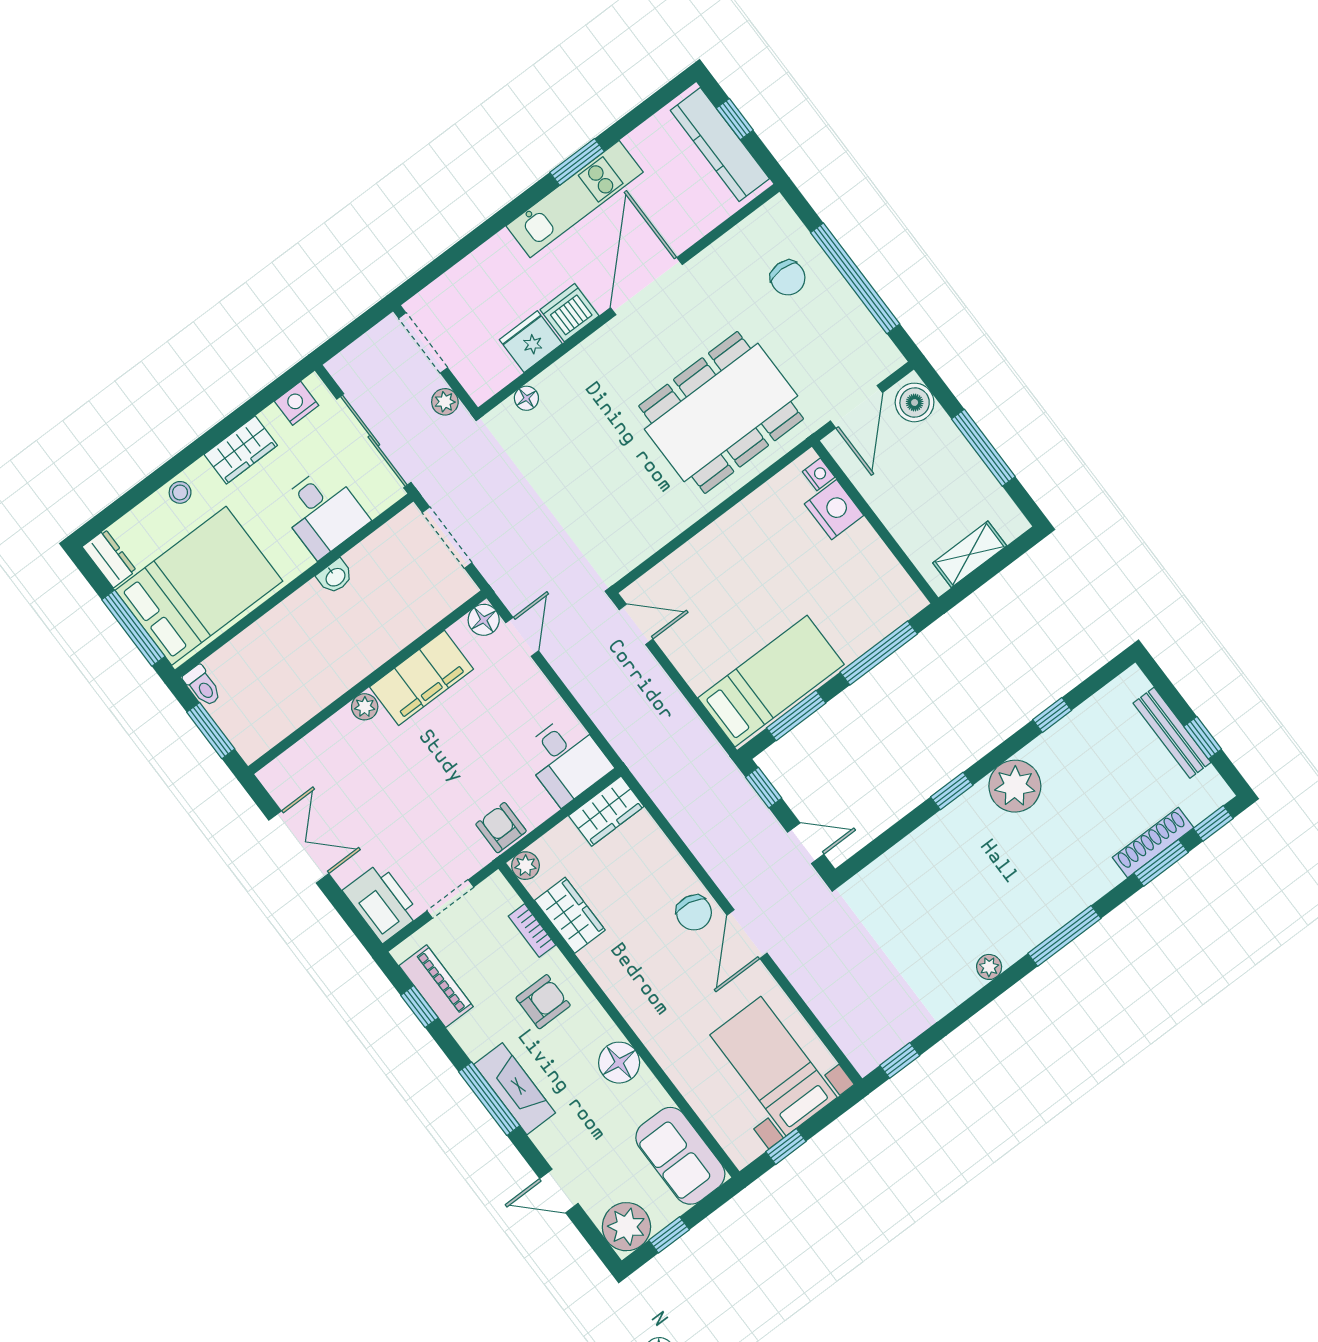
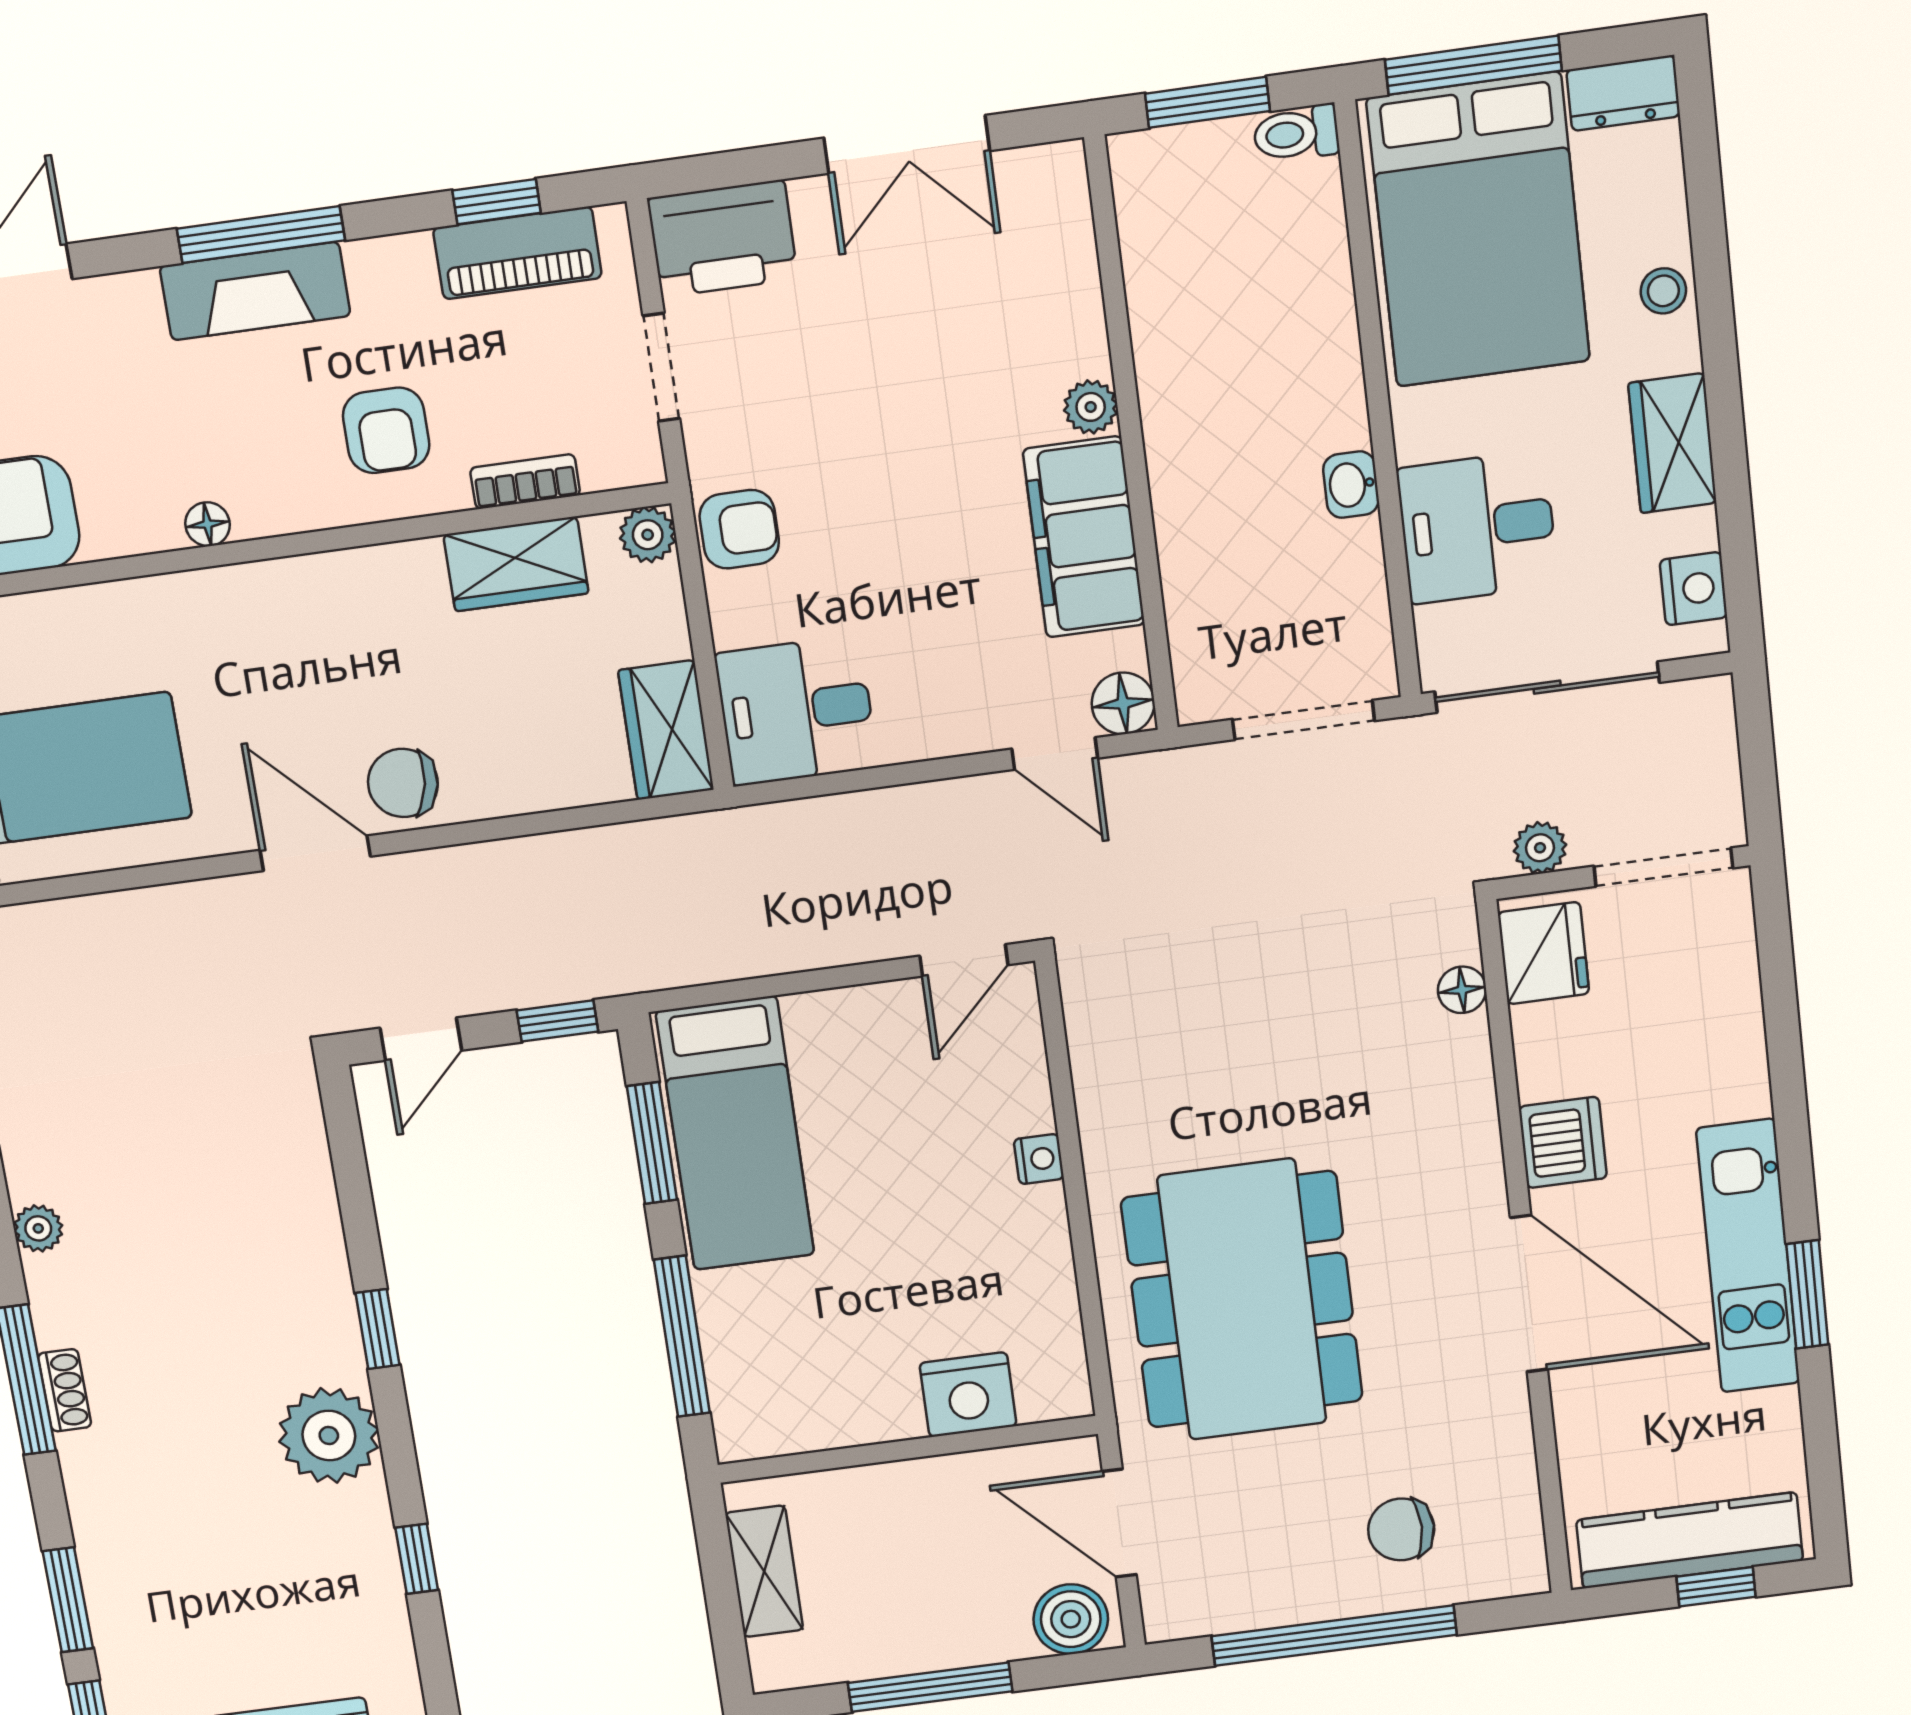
fridge: (531, 342) -> (1544, 953), moved
nightstand: (819, 474) -> (1039, 1159), moved, turned -90
shoe rack: (1153, 842) -> (65, 1390), moved, width x0.51, depth x0.81
floor lamp: (619, 1063) -> (208, 524), width x0.53, depth x0.53

